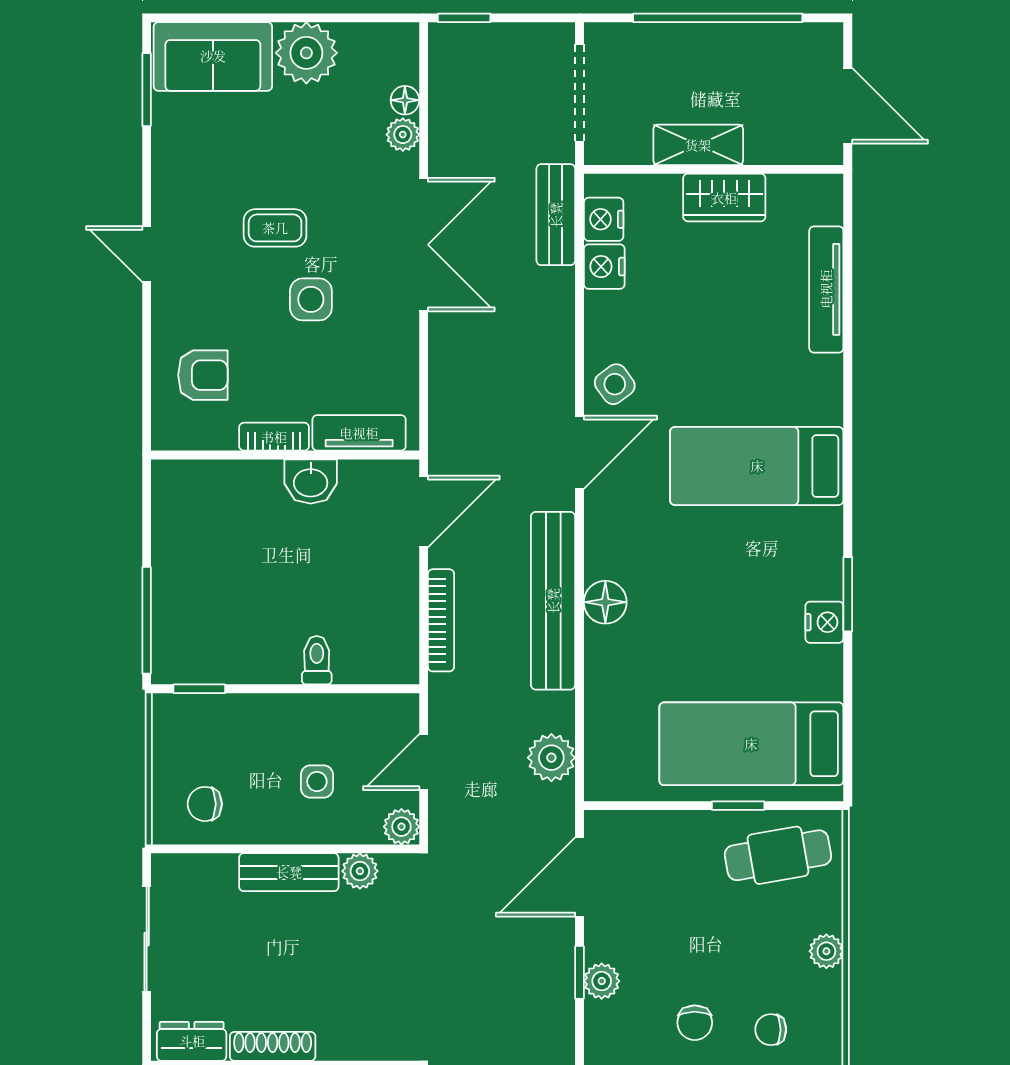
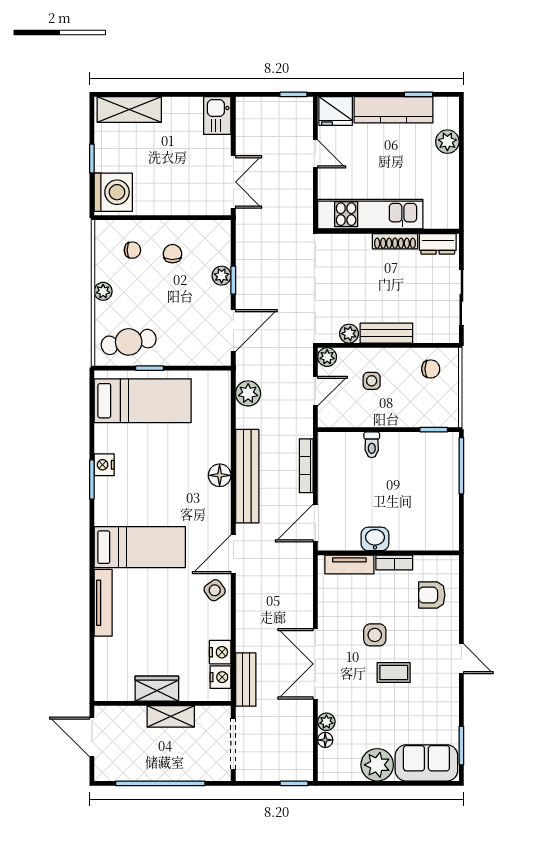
tv unit: (826, 289) -> (103, 603), moved

